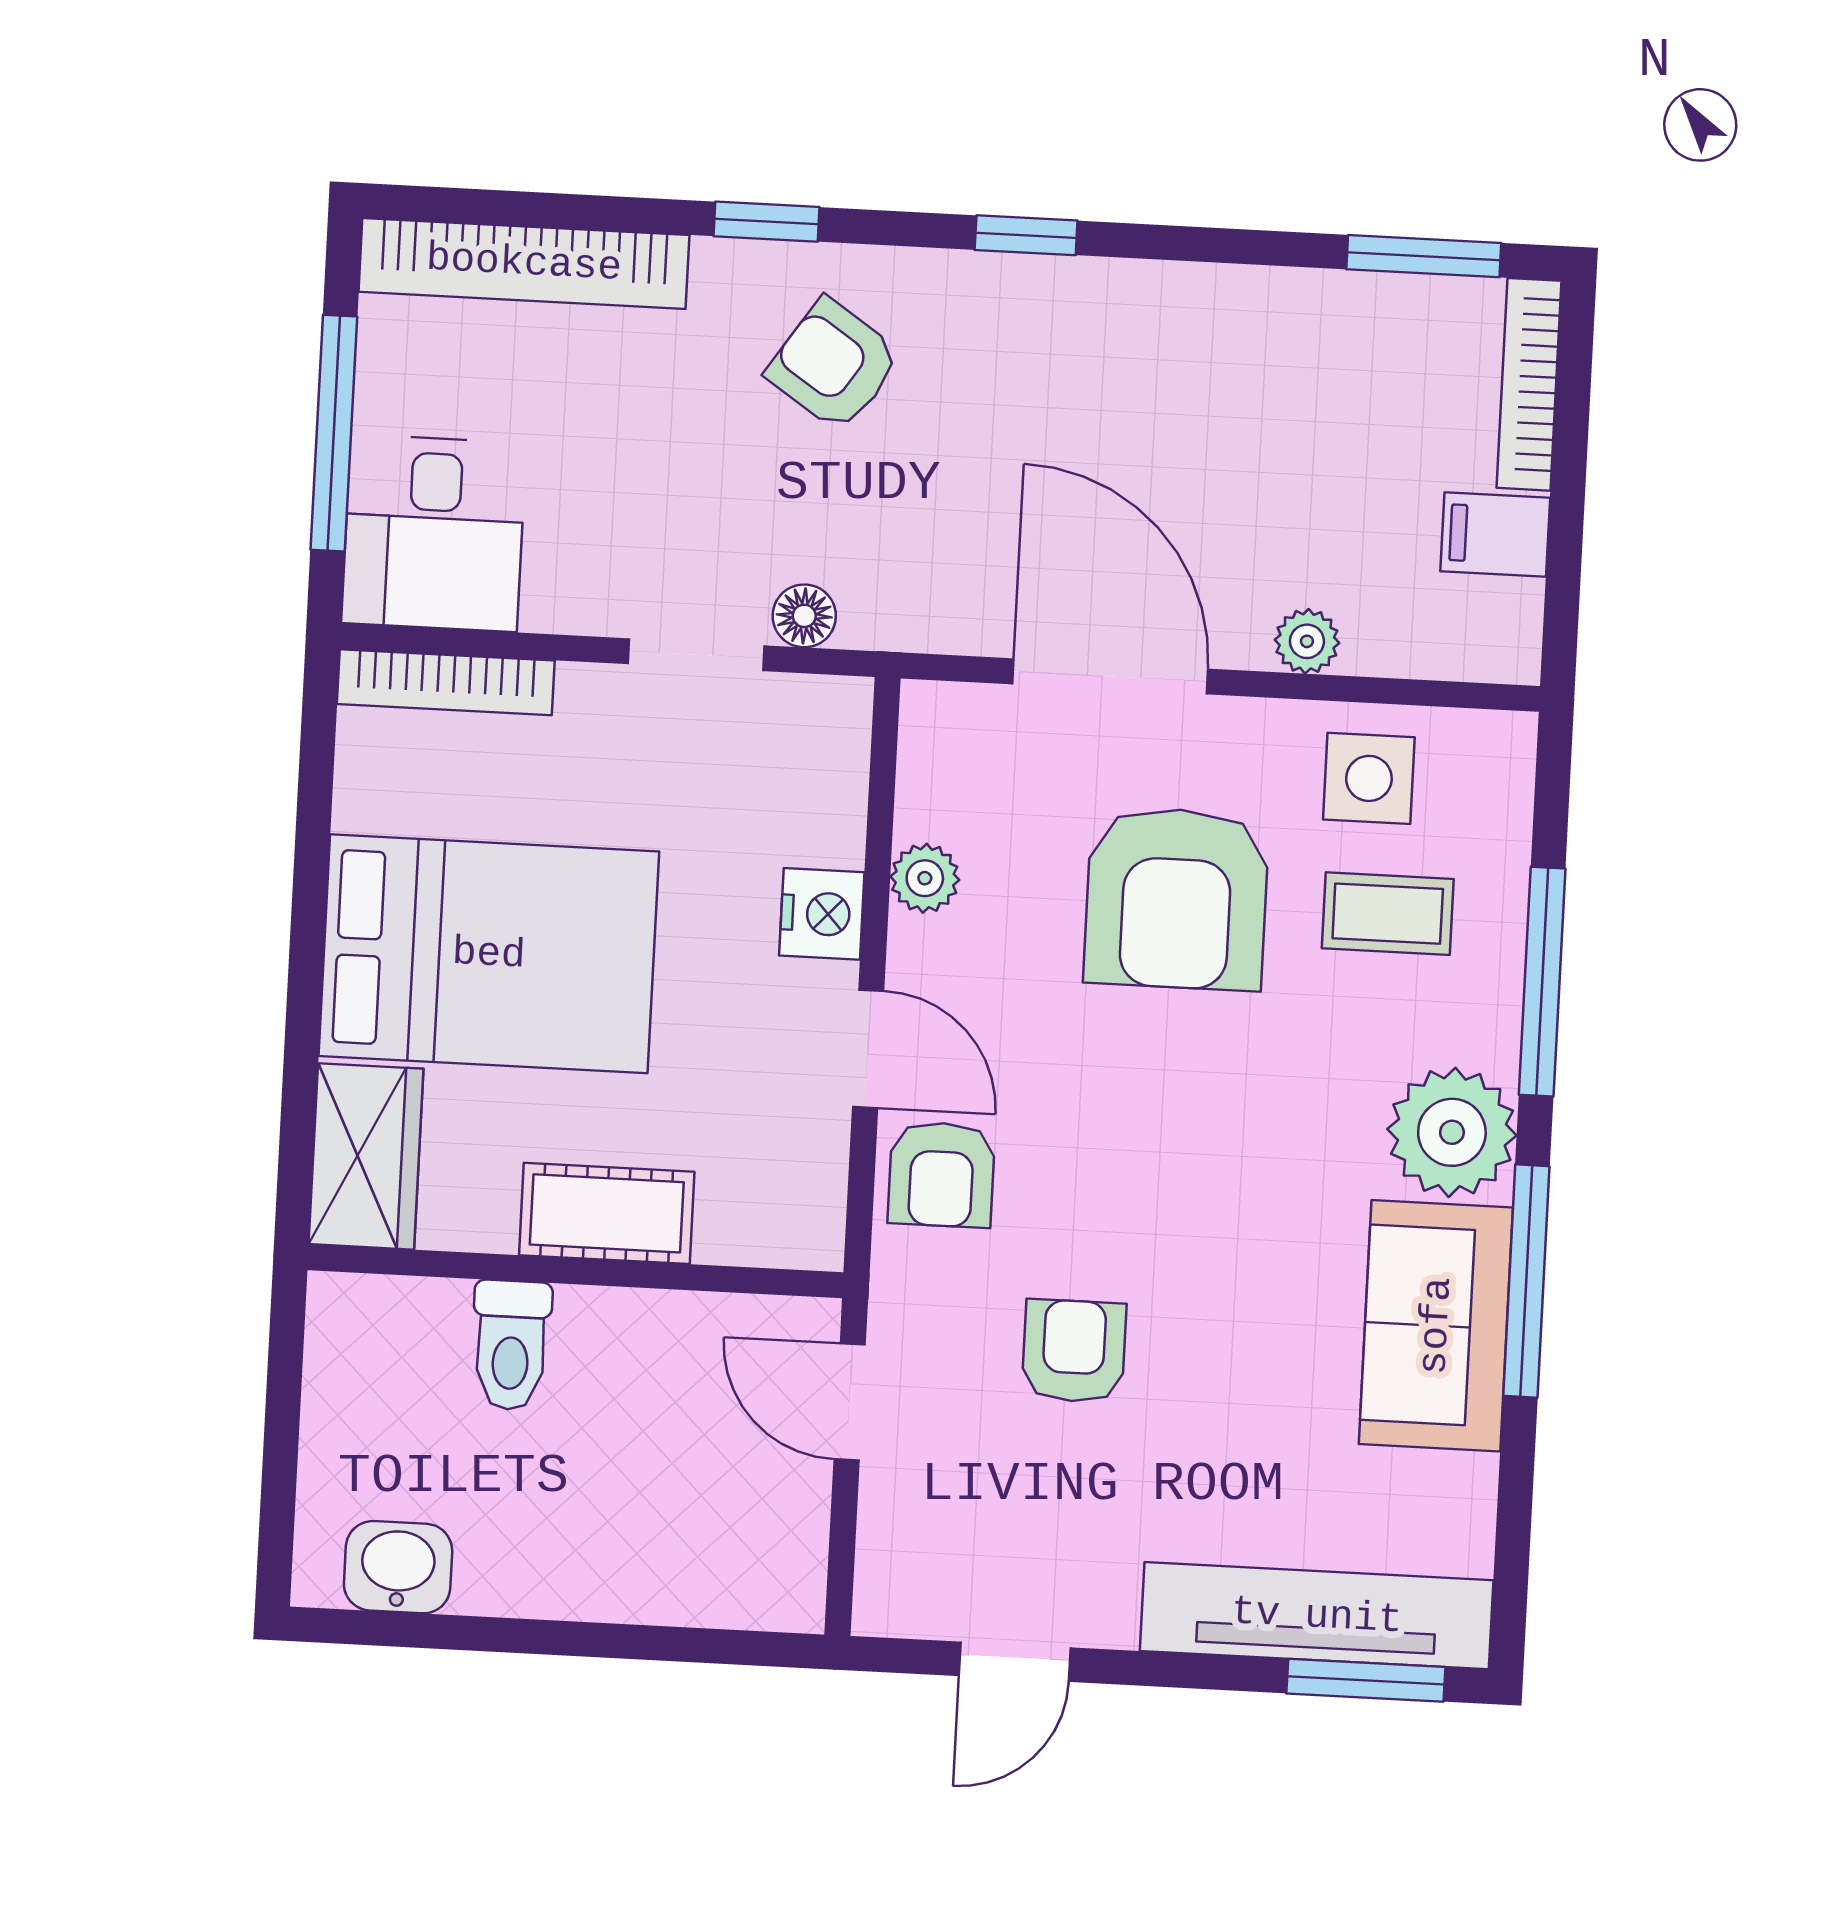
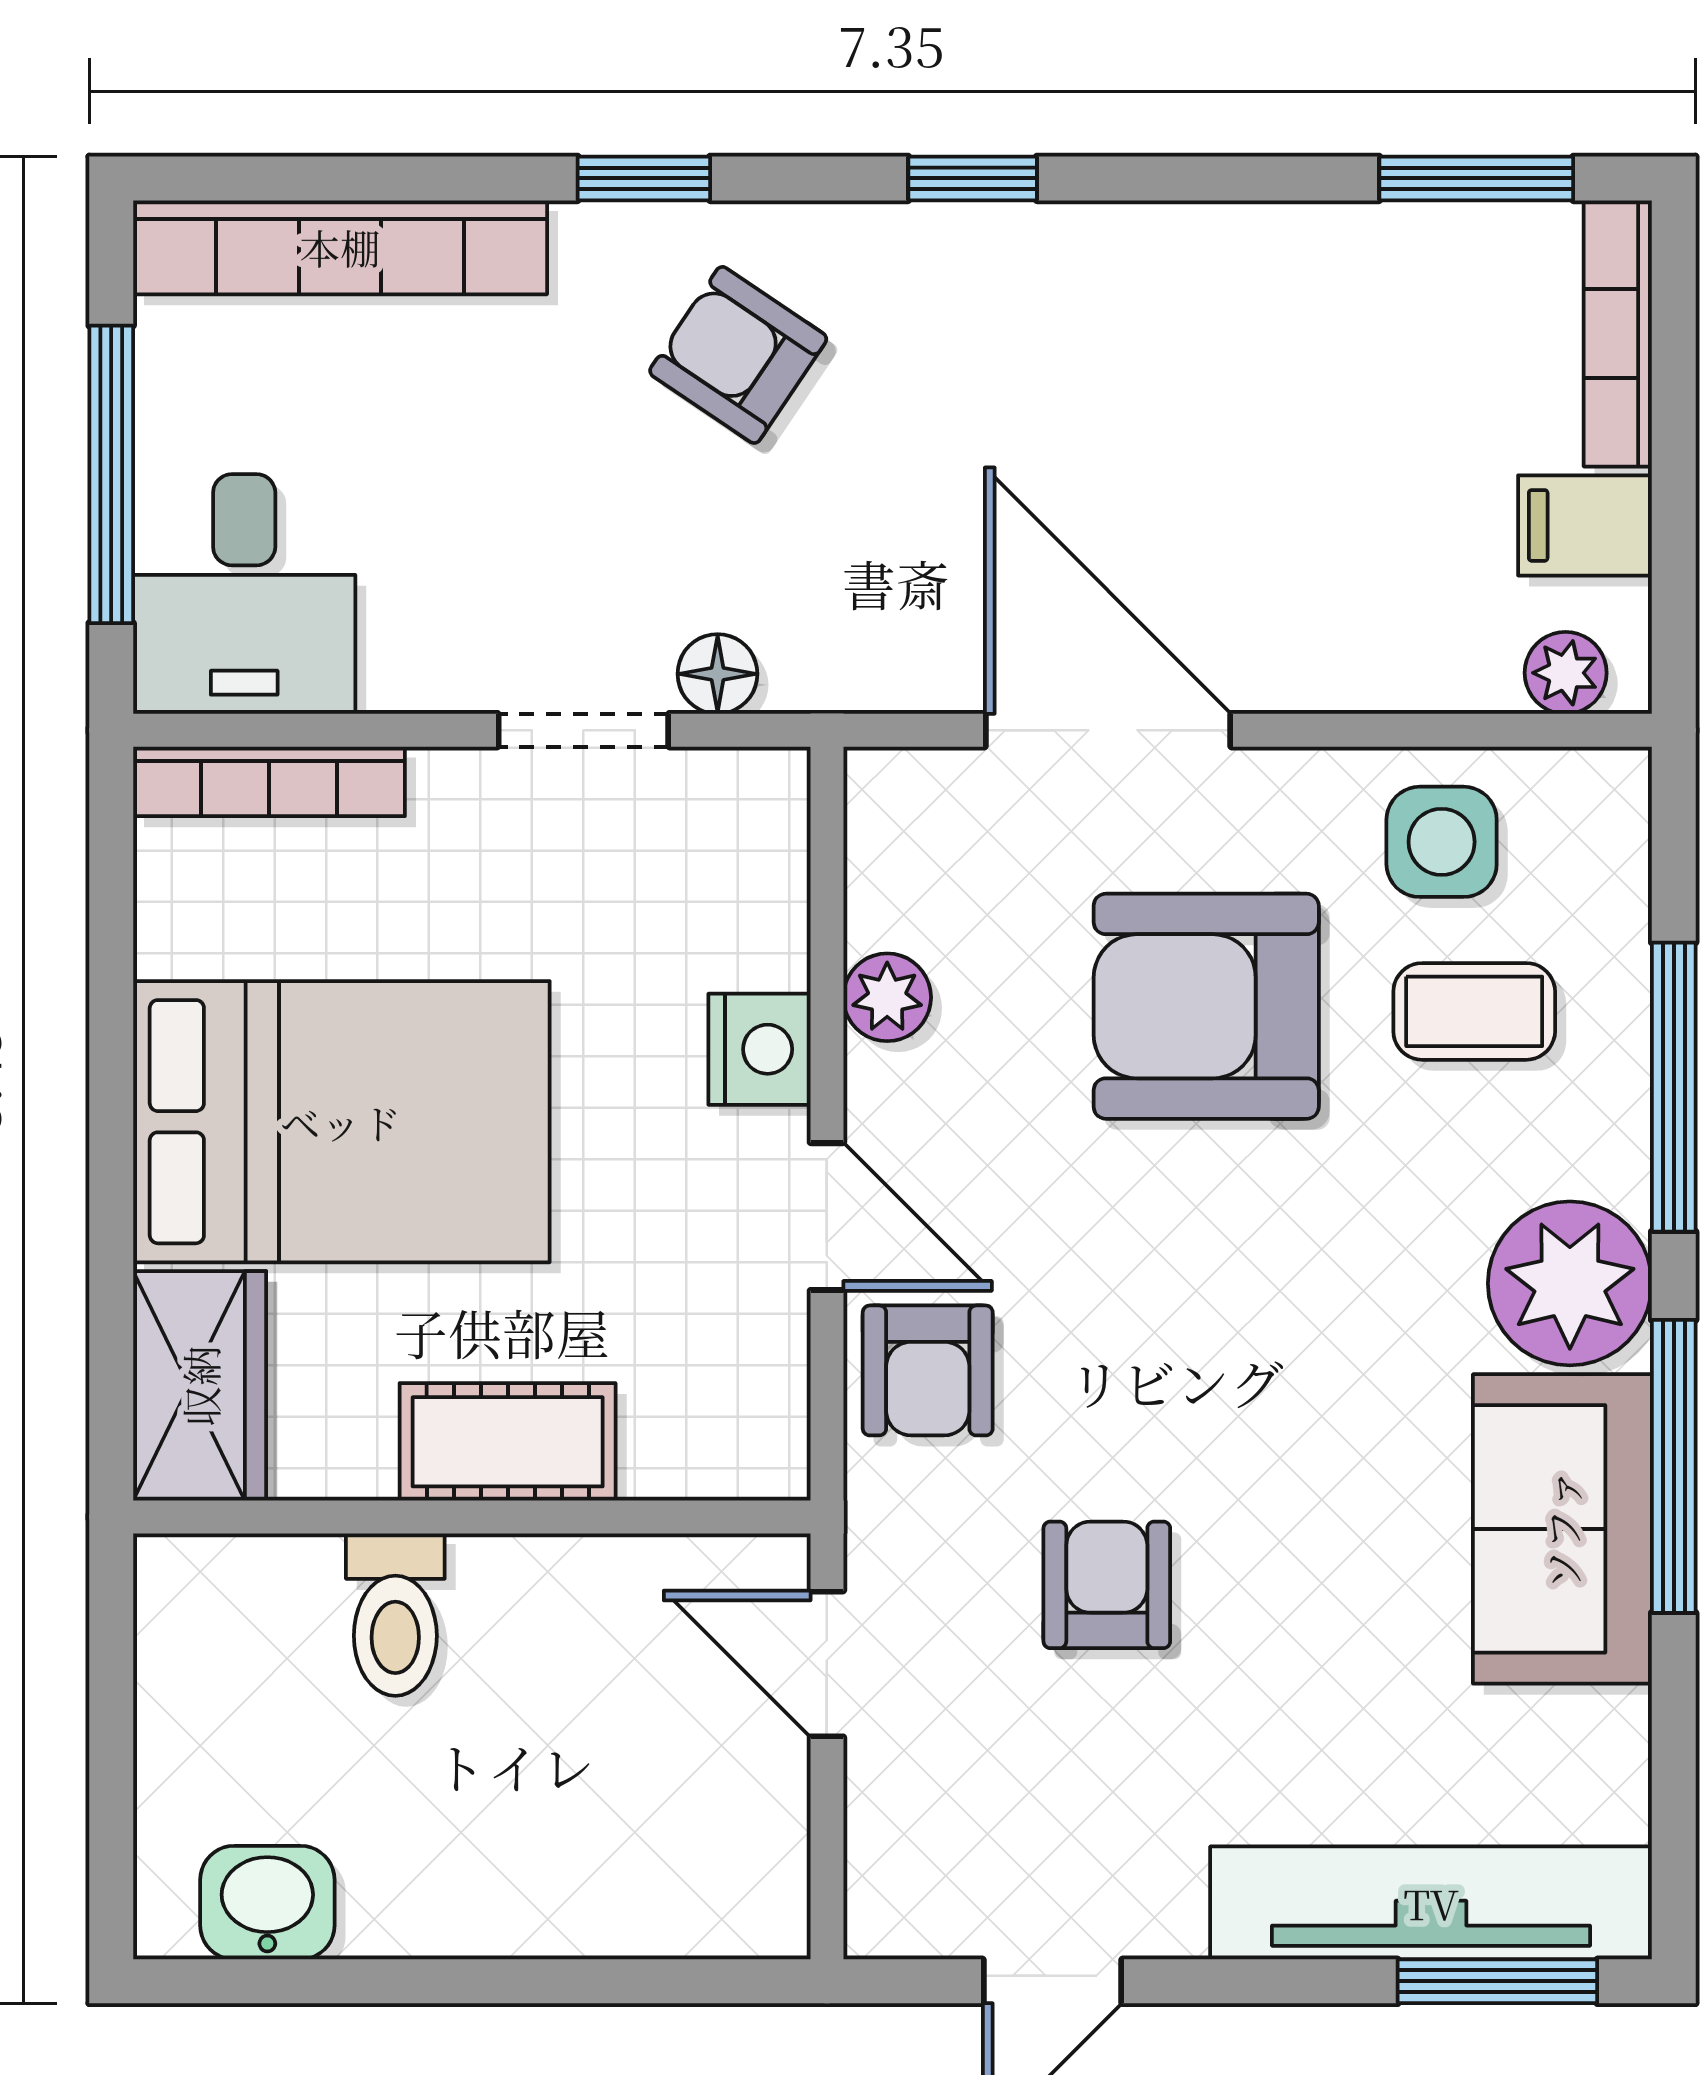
plant: (1307, 641) -> (1566, 673), moved
armchair: (1176, 898) -> (1206, 1006), turned 90

